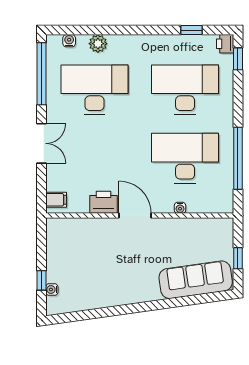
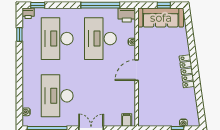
plant: (98, 44) -> (28, 94), removed
printer: (104, 202) -> (127, 15), moved, turned -90
sofa: (196, 280) -> (161, 18), moved, turned -82
locker: (133, 295) -> (187, 71), added

